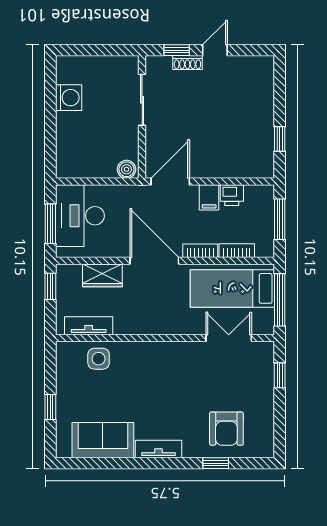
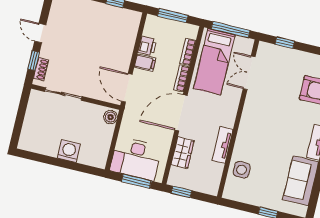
shoe rack: (187, 63) -> (41, 69), moved
washing machine: (69, 98) -> (69, 151), moved
tv unit: (89, 326) -> (223, 145), moved

